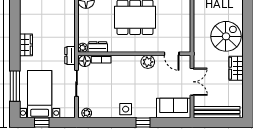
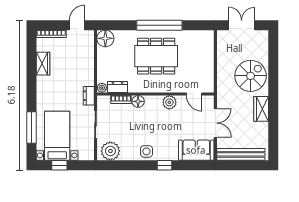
wardrobe: (26, 45) -> (43, 64), moved
floor lamp: (85, 61) -> (138, 101), moved
plant: (87, 113) -> (110, 151), width x1.87, depth x1.87

